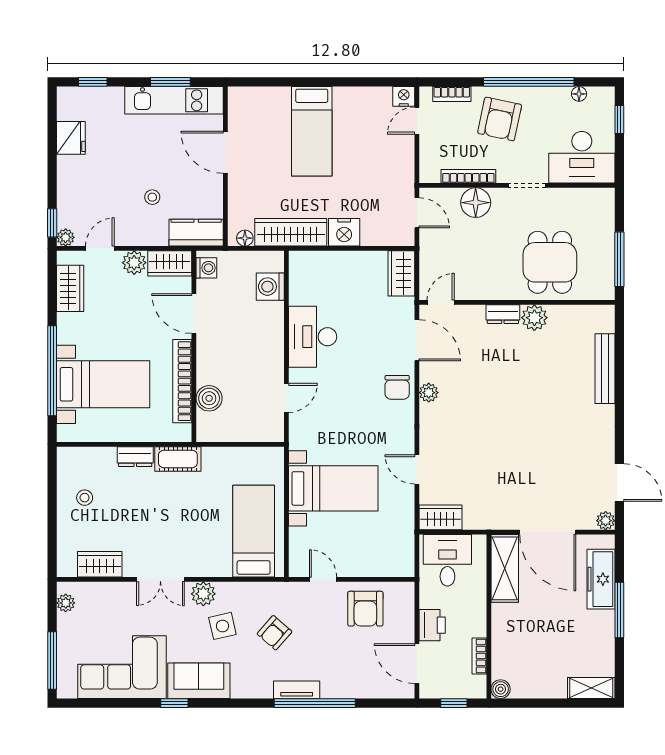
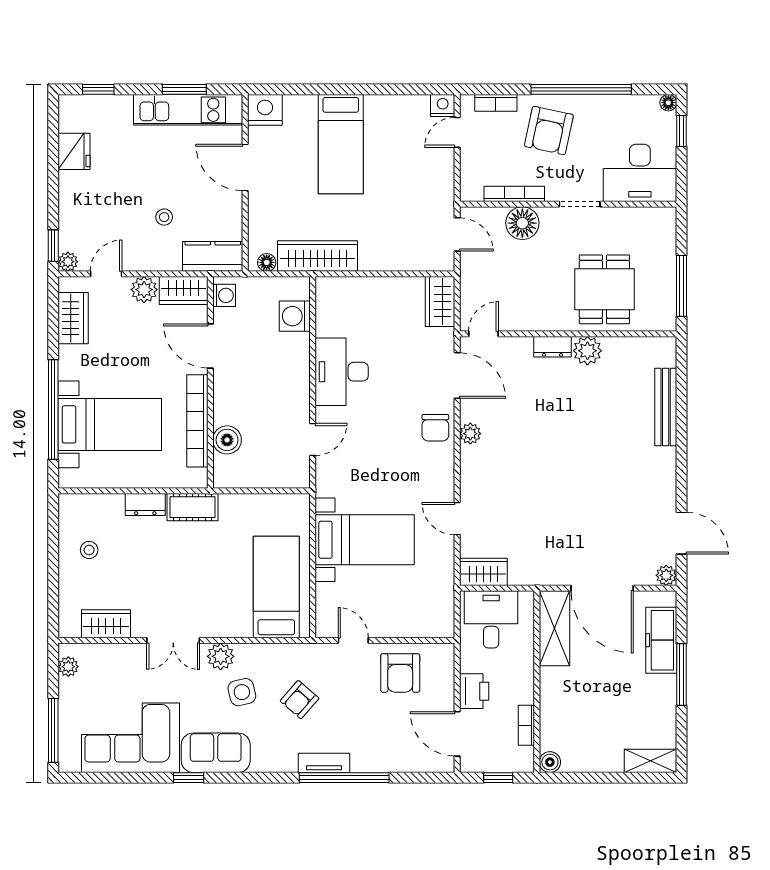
floor lamp: (579, 94) -> (668, 103), moved
nightstand: (344, 232) -> (265, 110), moved, turned 180

